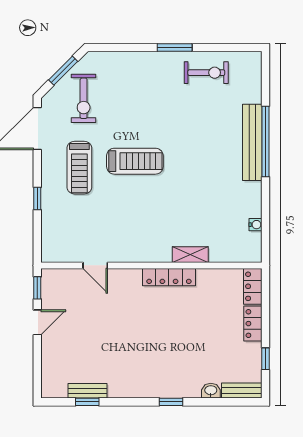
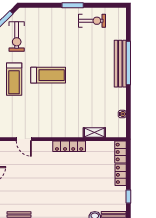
shelving: (190, 255) -> (94, 133), moved

